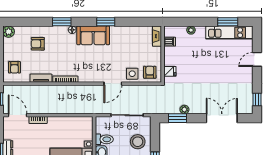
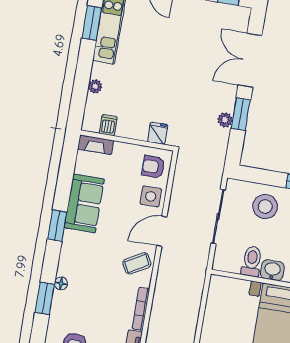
sofa: (93, 35) -> (84, 203), moved
coffee table: (92, 72) -> (137, 263), added
door: (113, 84) -> (162, 231), swing flipped
window: (177, 118) -> (241, 114), moved

